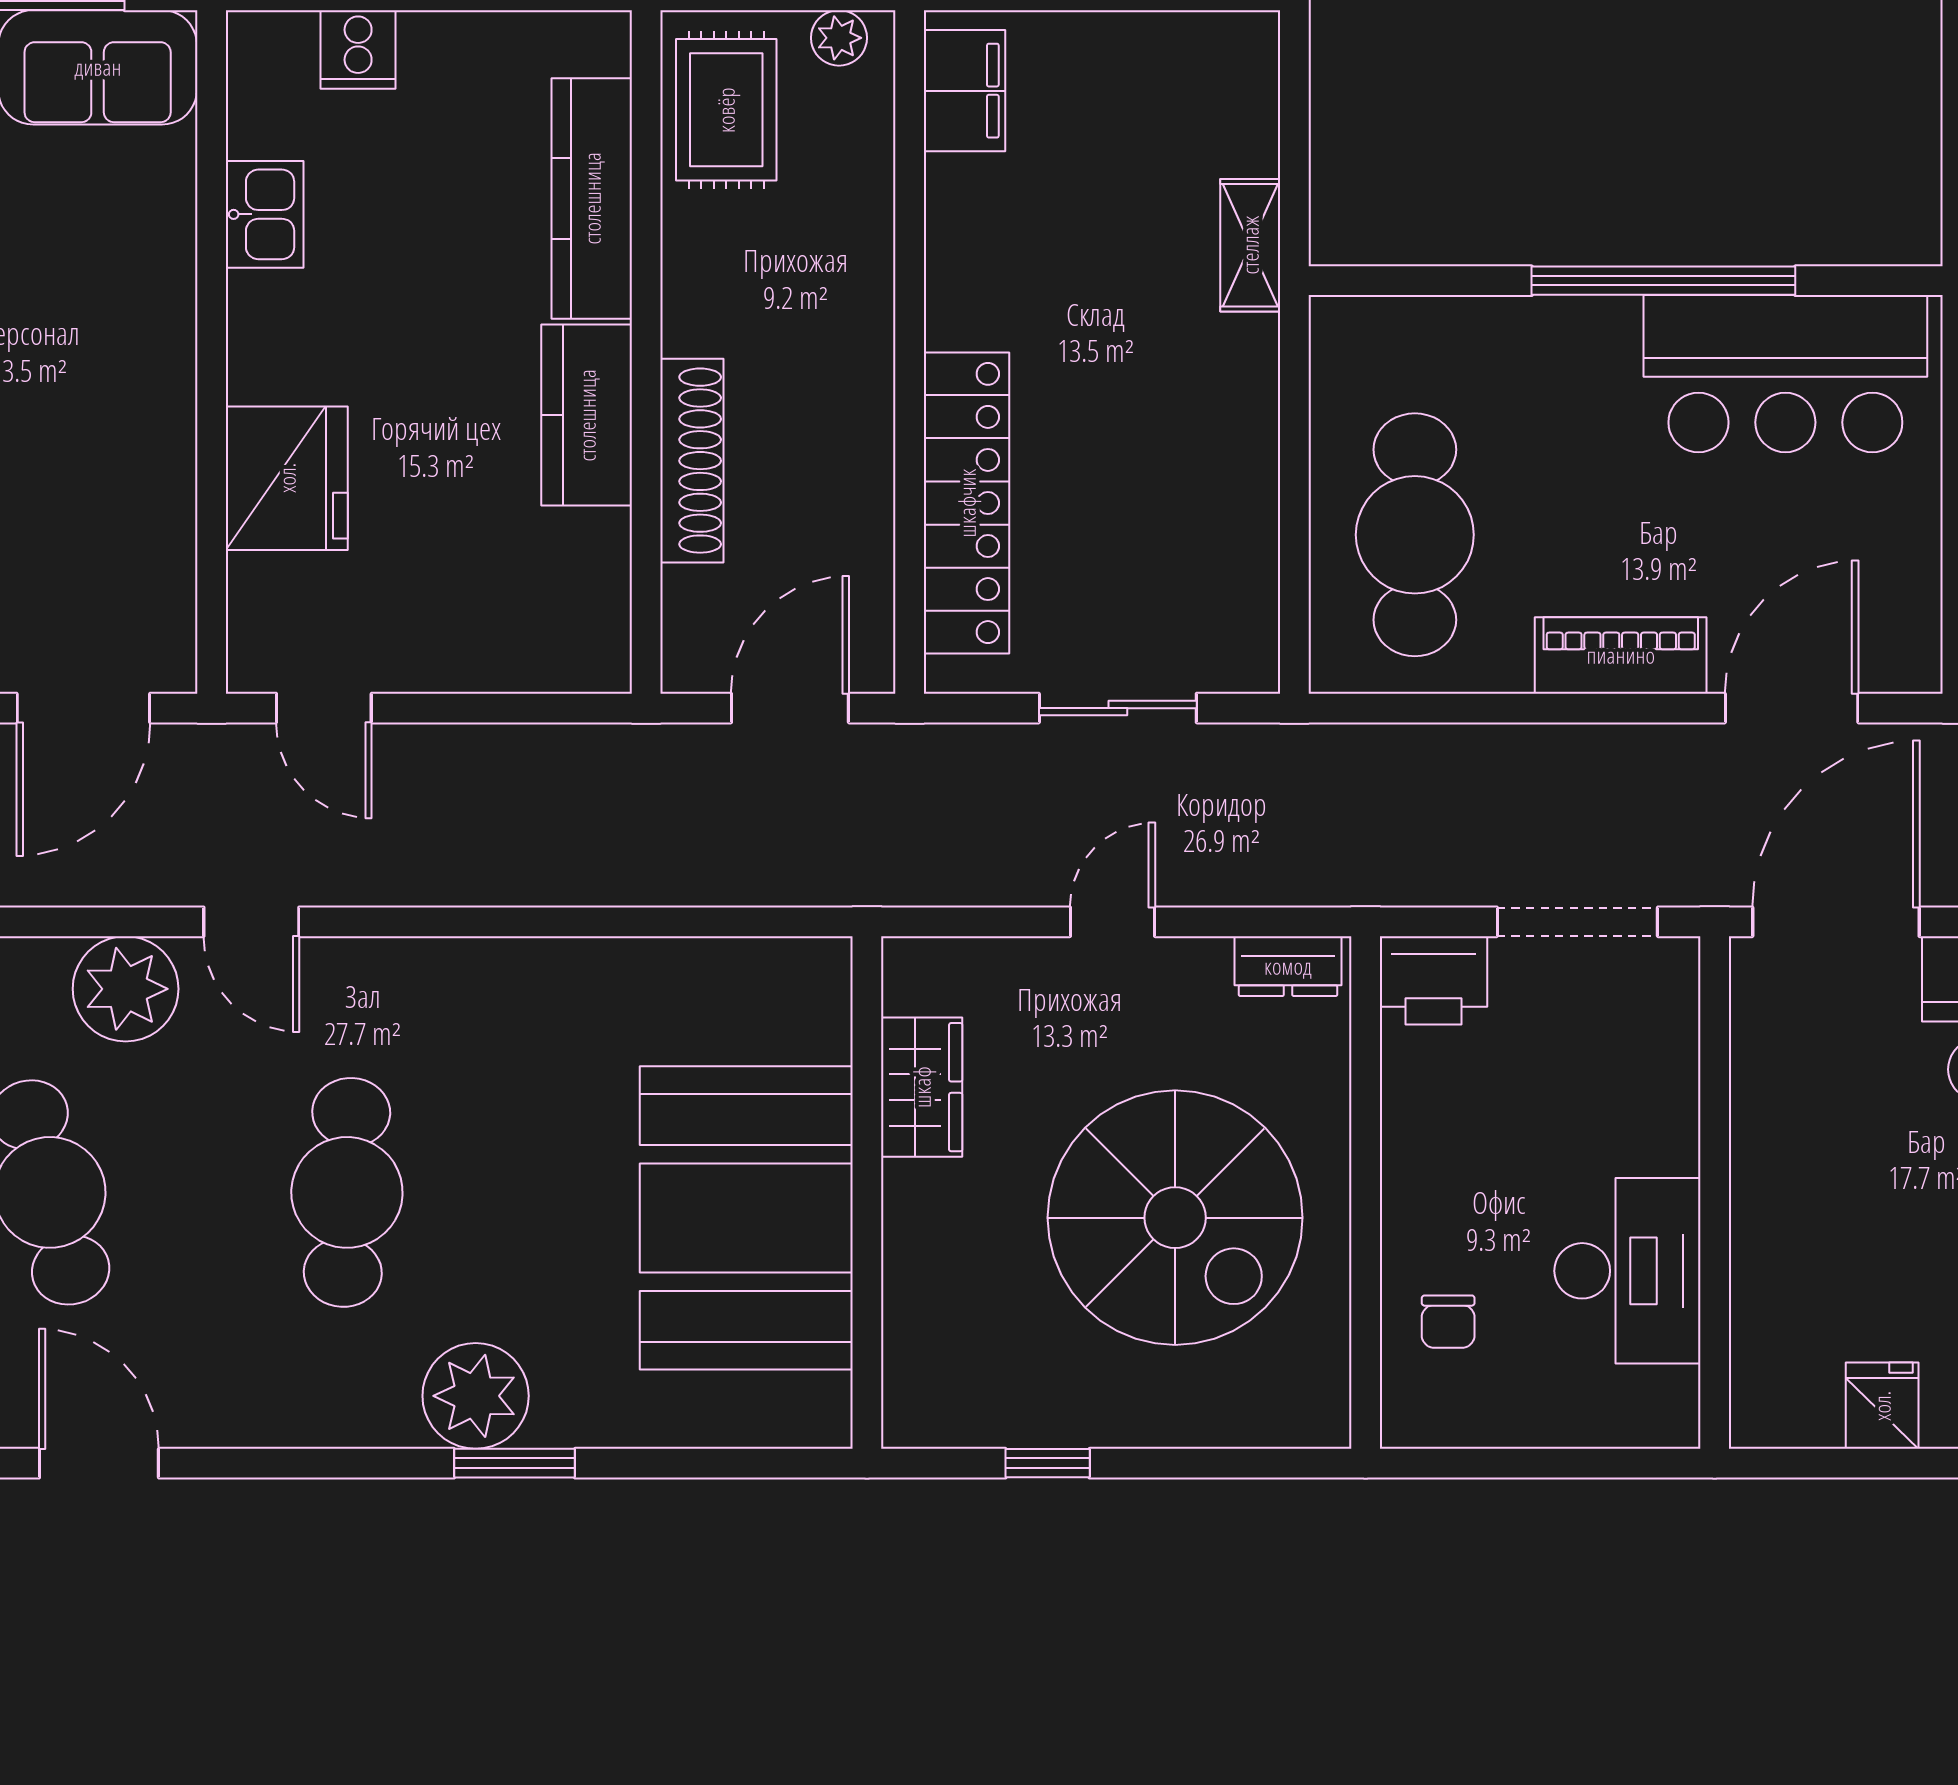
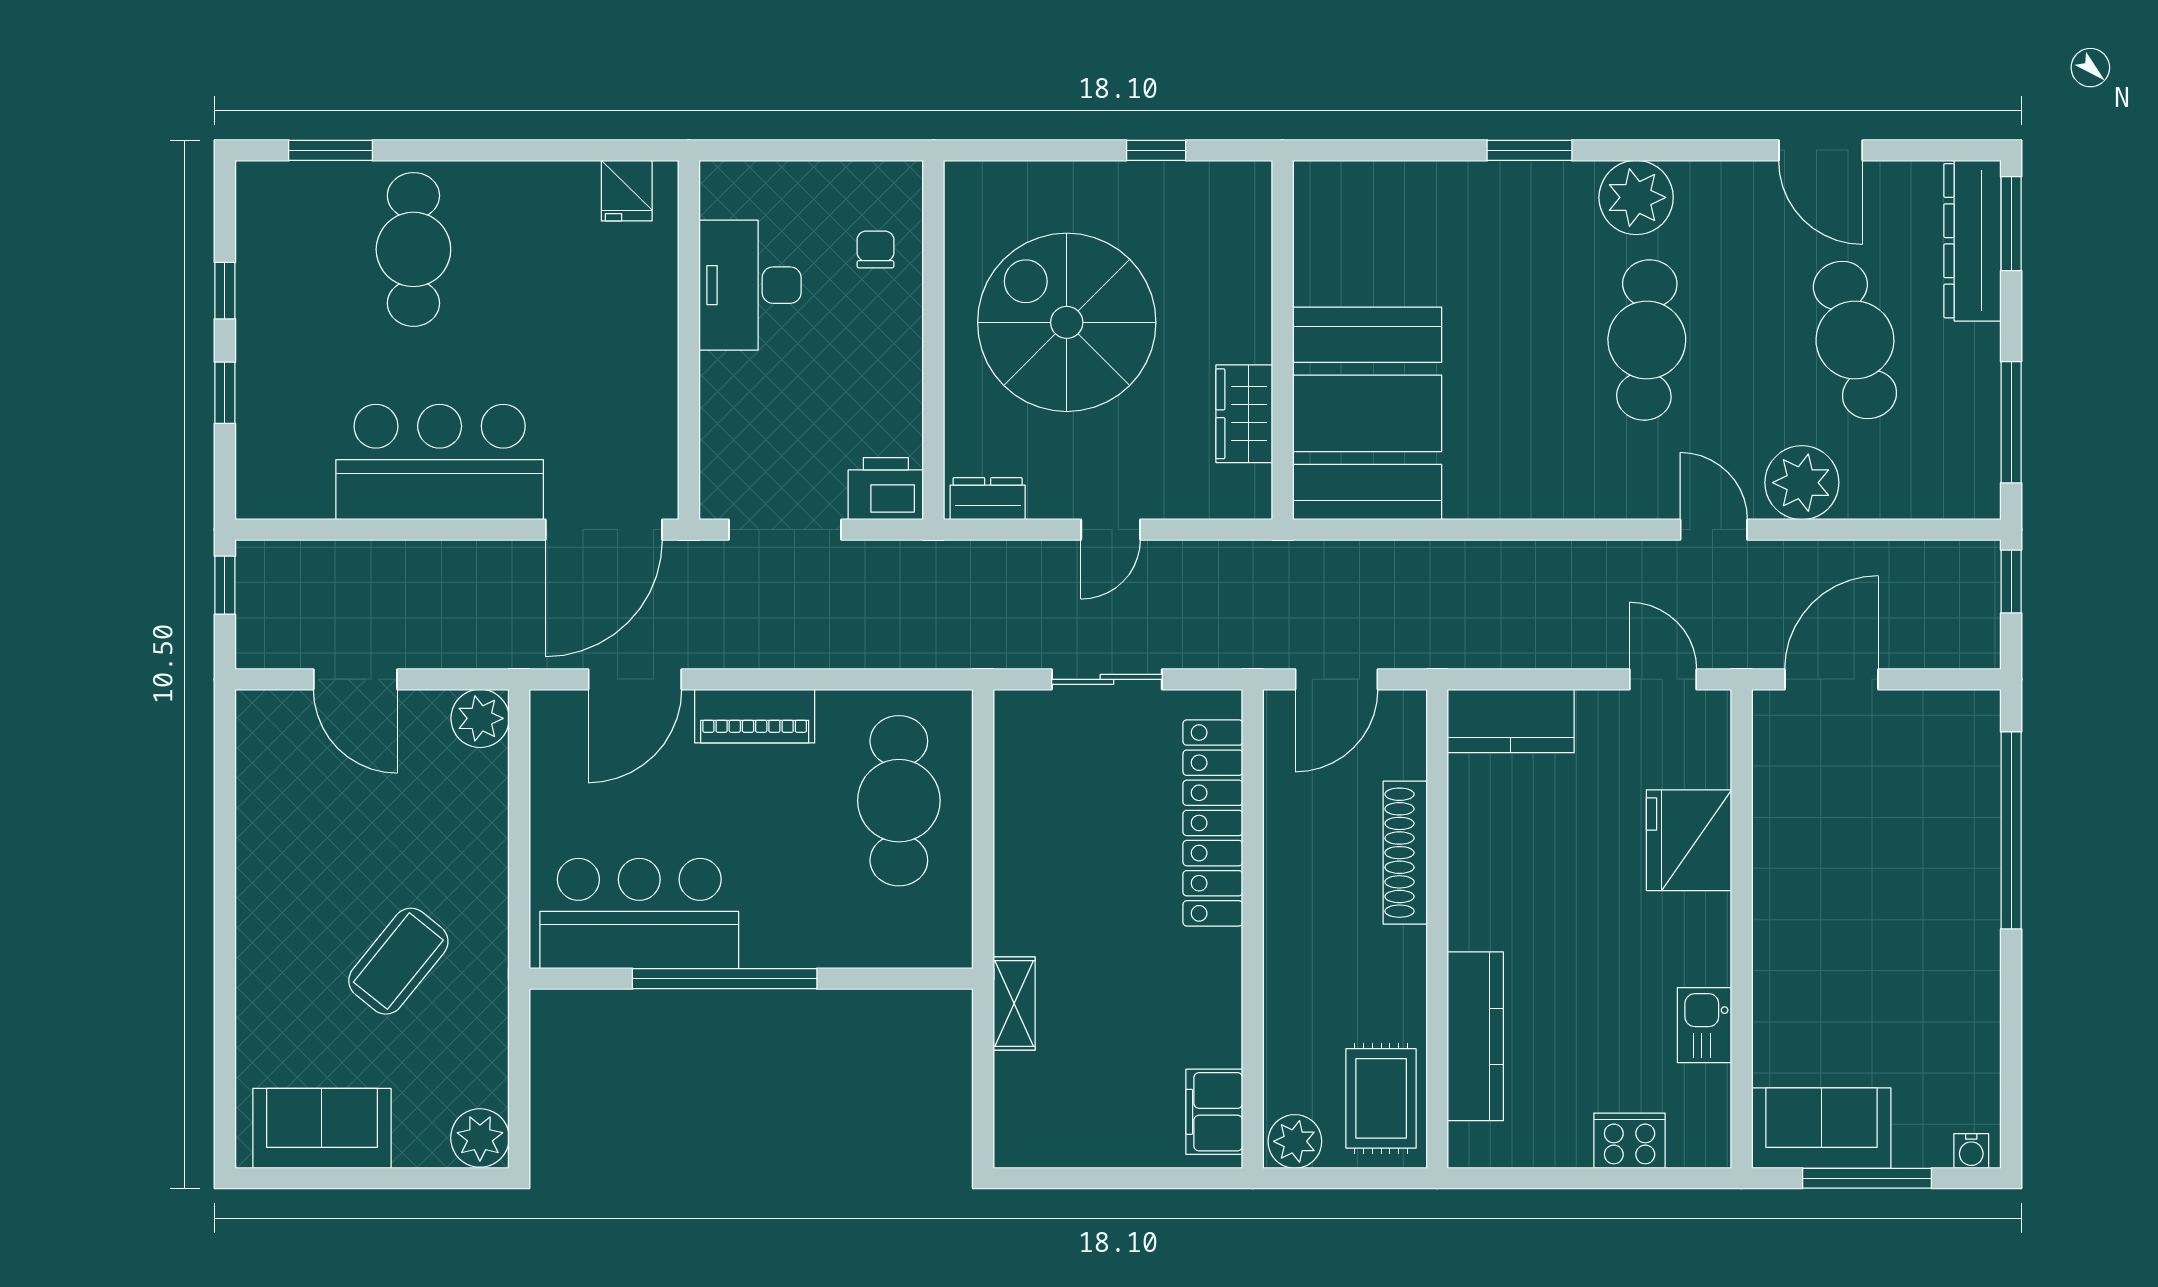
plant: (839, 38) -> (1295, 1141), width x1.38, depth x1.38
cooker: (358, 49) -> (1630, 1141), width x1.36
kitchen counter: (587, 415) -> (1511, 721), moved, turned 90
booth: (746, 1218) -> (1367, 413), moved
plant: (476, 1396) -> (1636, 197), moved
fridge: (1882, 1406) -> (627, 191), moved

